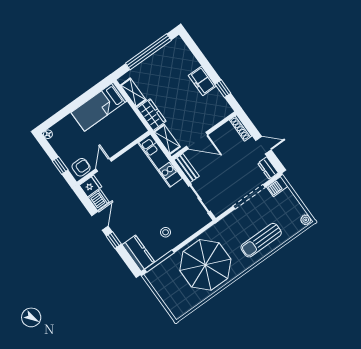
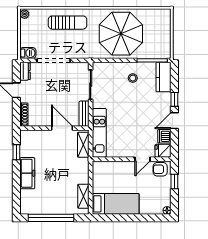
freezer: (202, 81) -> (27, 173), width x1.40
wardrobe: (151, 115) -> (82, 171), removed

